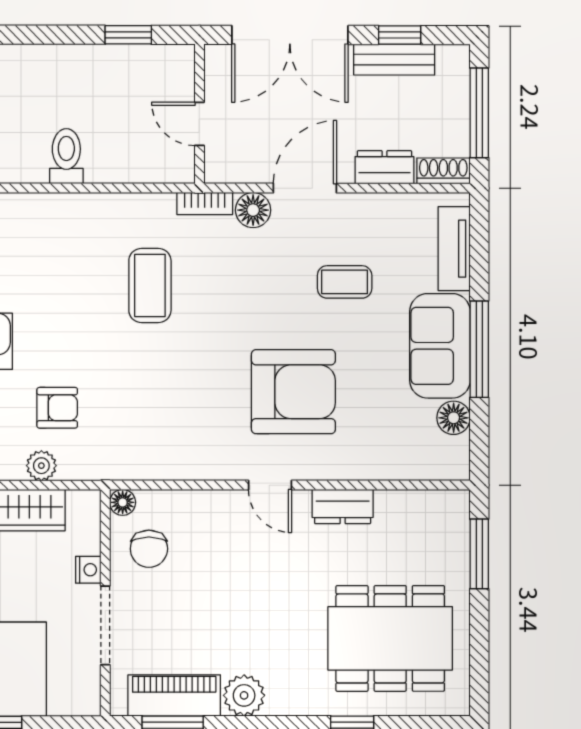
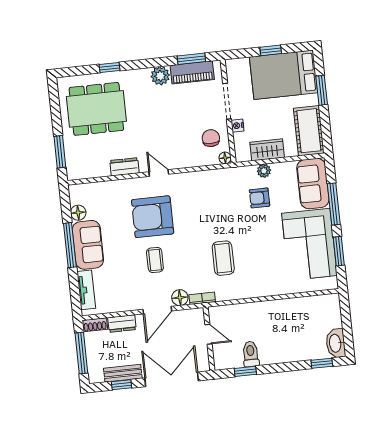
toilet: (66, 156) -> (251, 354), moved, turned 180
coffee table: (345, 282) -> (155, 260), moved, turned 90

